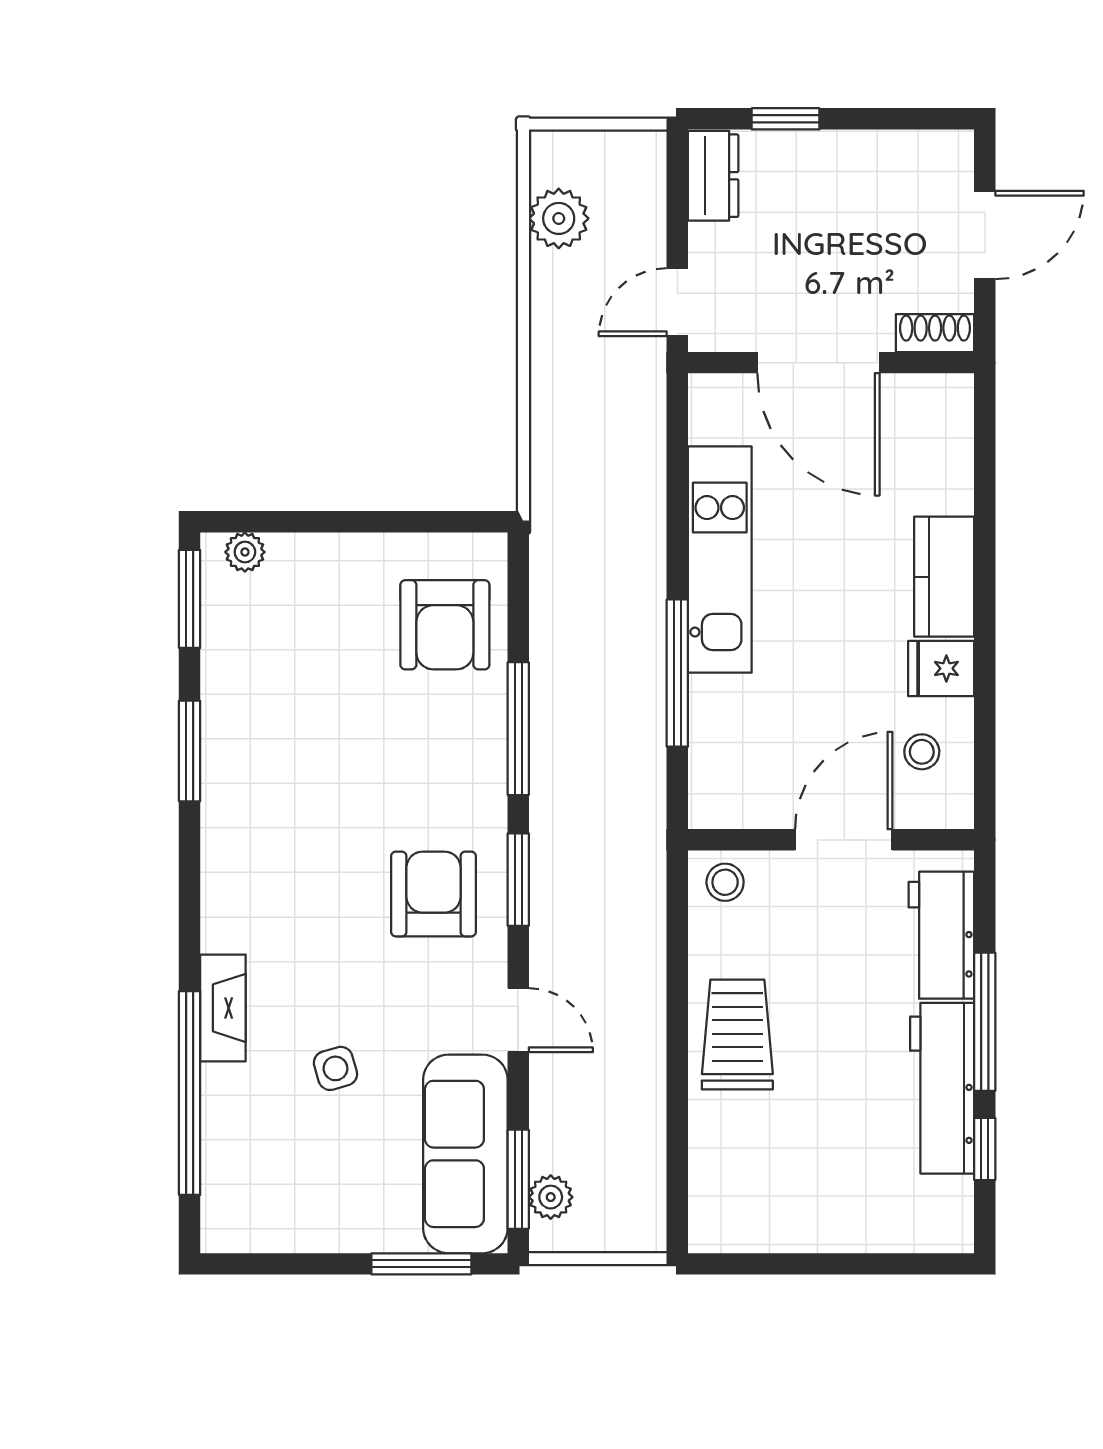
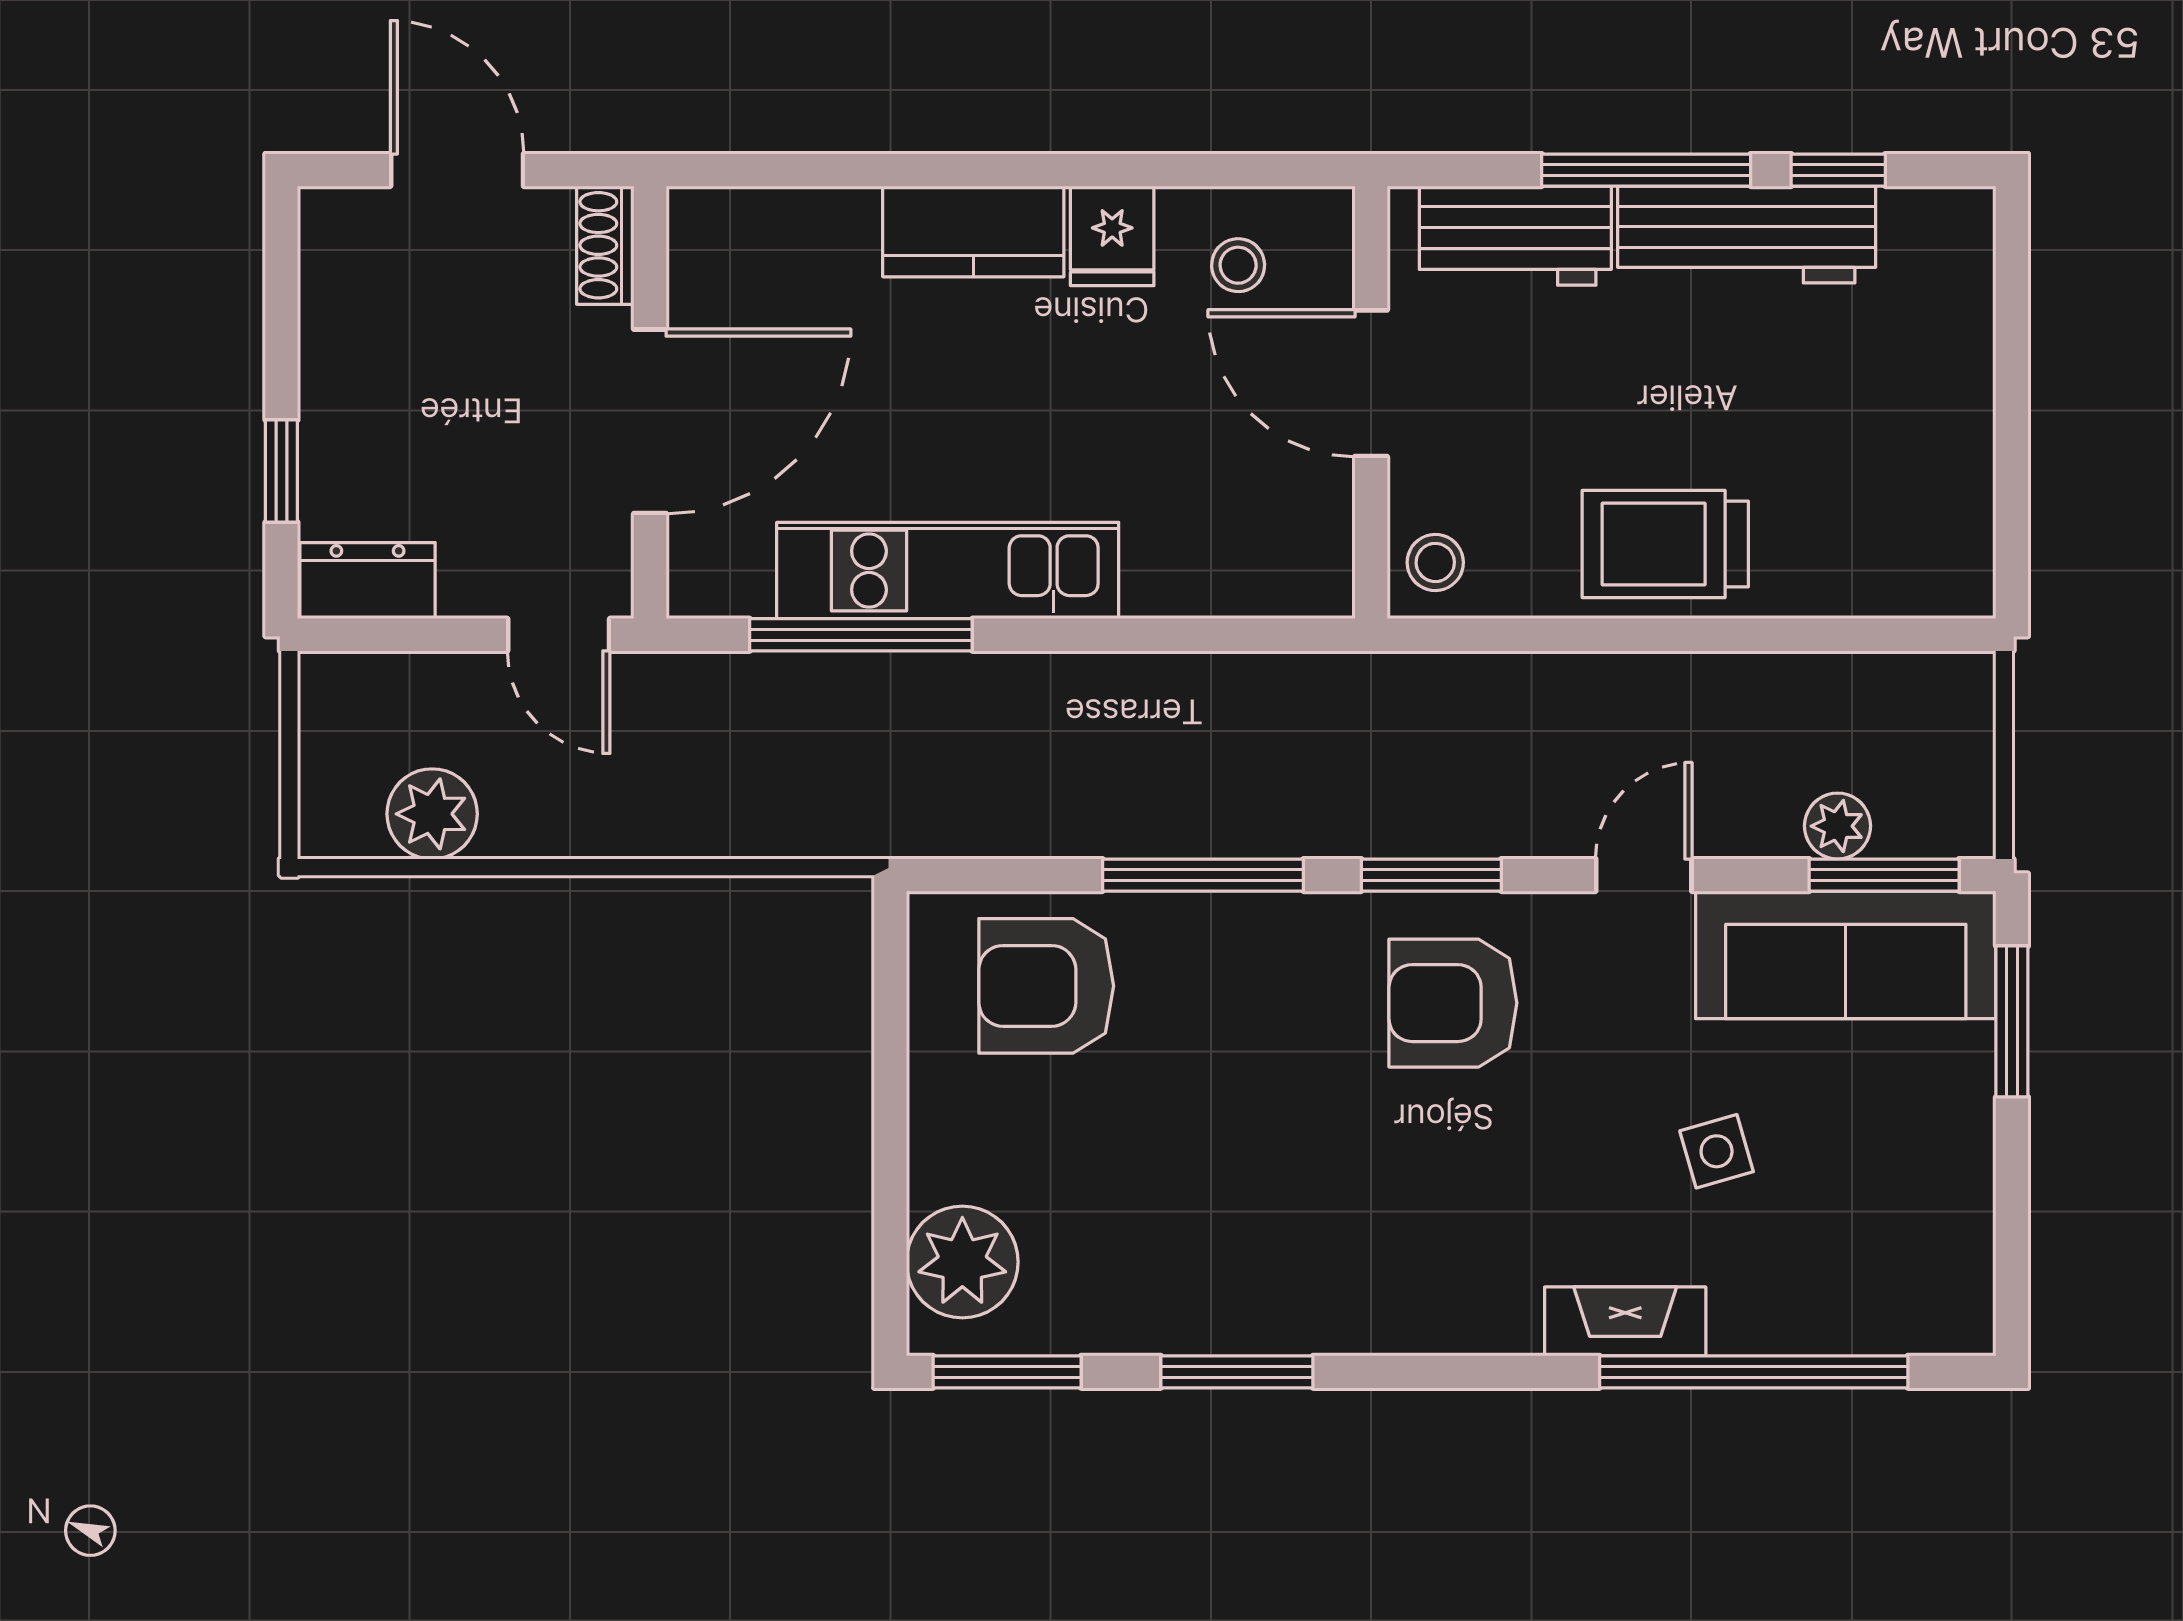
plant: (245, 552) -> (962, 1262), width x1.87, depth x1.87
armchair: (445, 625) -> (1046, 986), turned 180
window: (677, 673) -> (861, 635), moved
plant: (551, 1197) -> (1838, 826), moved

